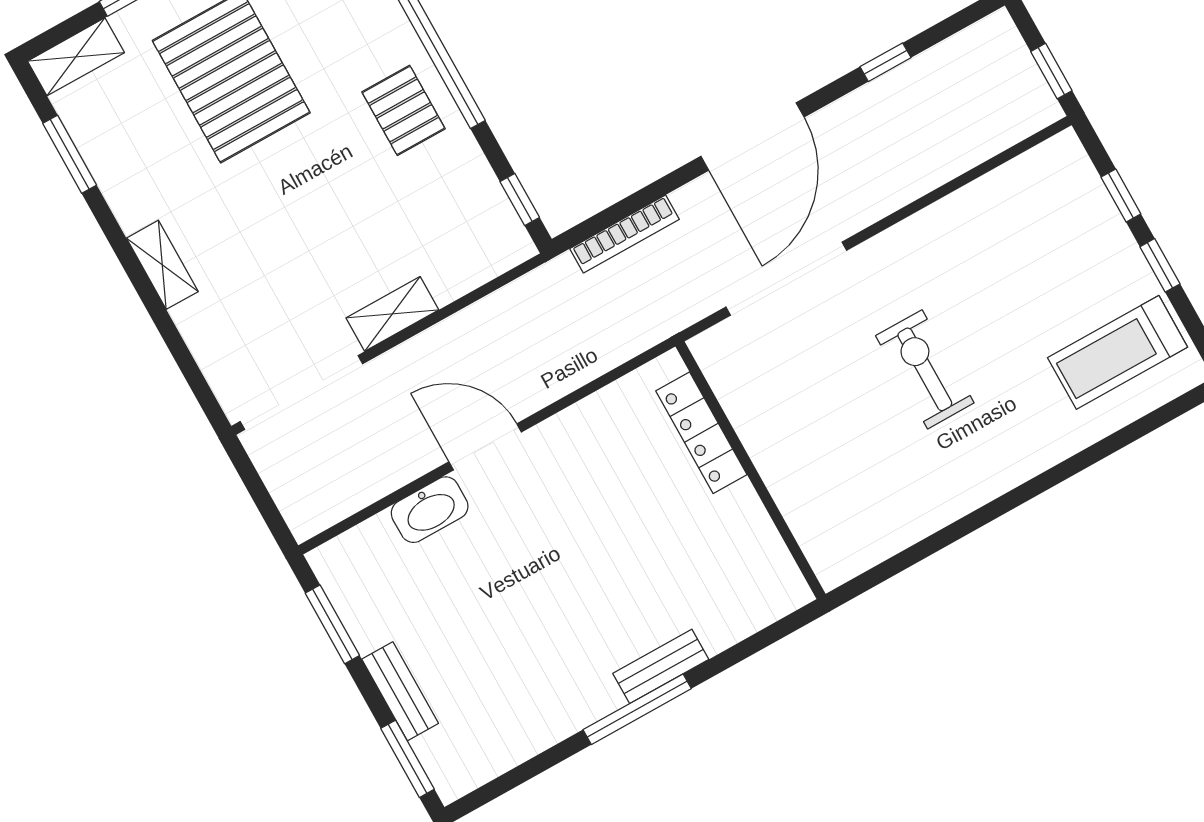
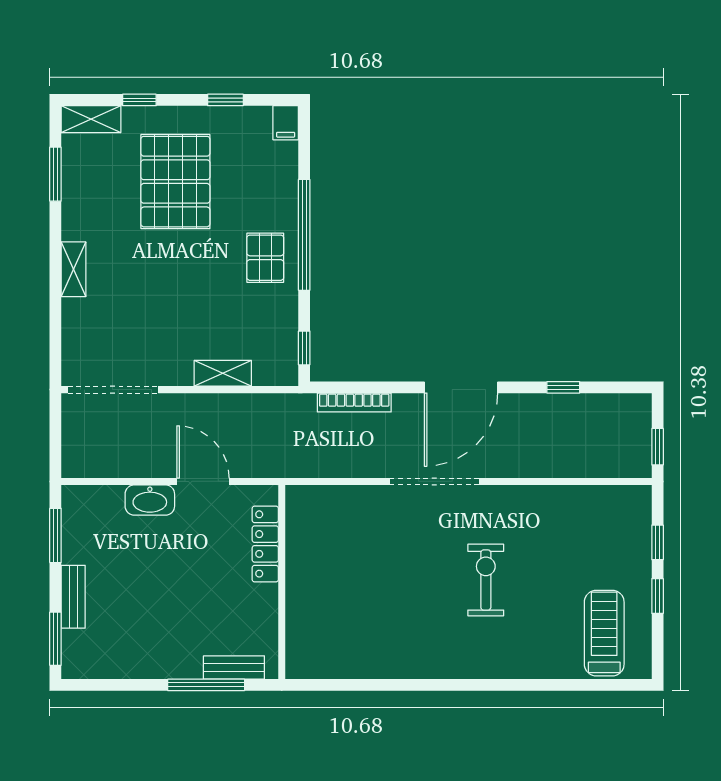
shelving: (392, 314) -> (223, 373), moved
treadmill: (1118, 352) -> (604, 633), turned 90
locker: (701, 433) -> (265, 544), moved
wall: (751, 470) -> (282, 582), moved

